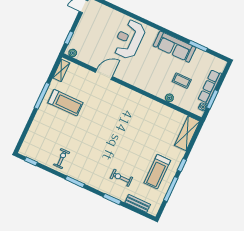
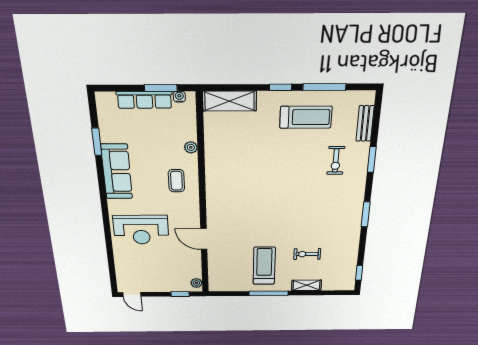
shelving: (61, 70) -> (306, 285), moved
coffee table: (182, 81) -> (176, 181), moved
exercise bike: (62, 159) -> (307, 254), moved

